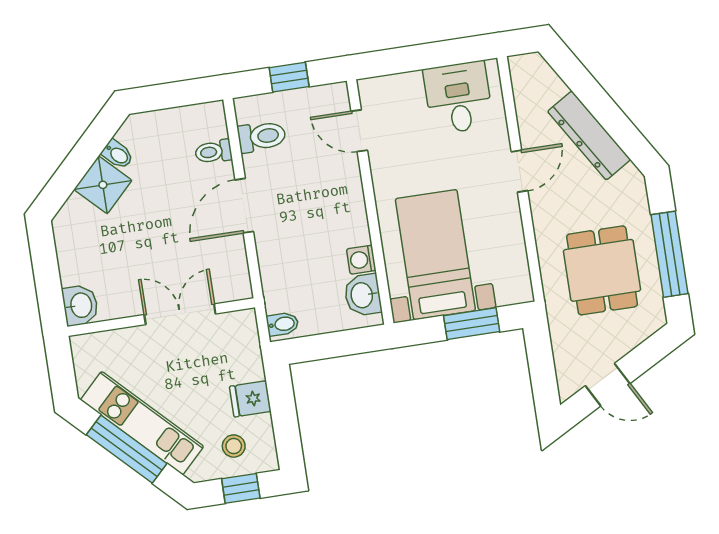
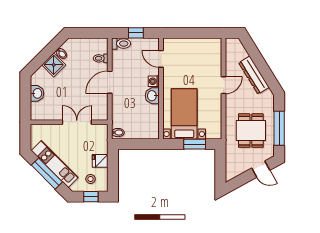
desk: (458, 98) -> (203, 52), removed
toilet: (262, 137) -> (121, 44), moved
washing machine: (361, 260) -> (154, 81), moved
washbasin: (363, 295) -> (152, 96), moved
washbasin: (80, 305) -> (37, 93), moved
door: (608, 385) -> (261, 169), moved

